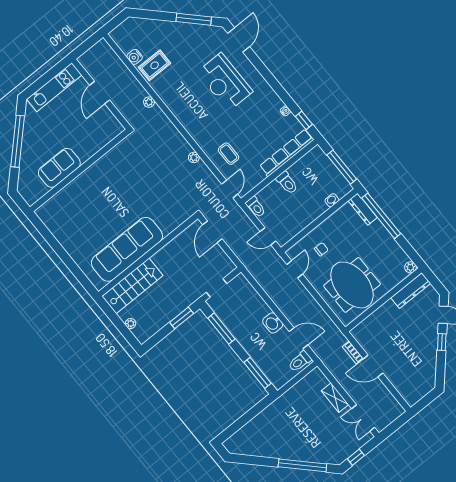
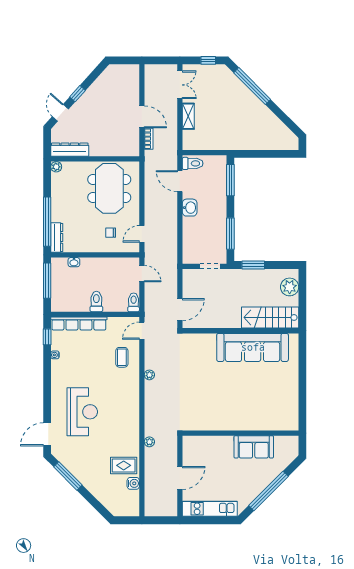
plant: (131, 324) -> (290, 287), width x1.88, depth x1.88

